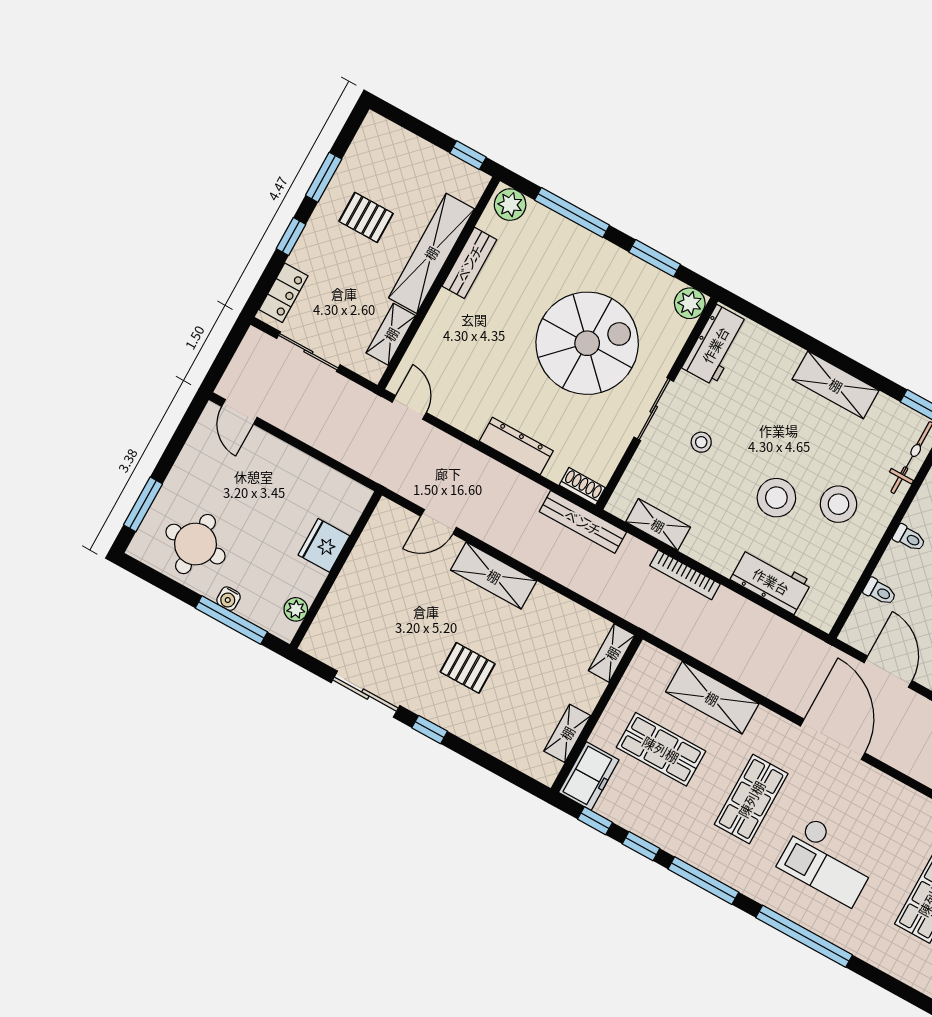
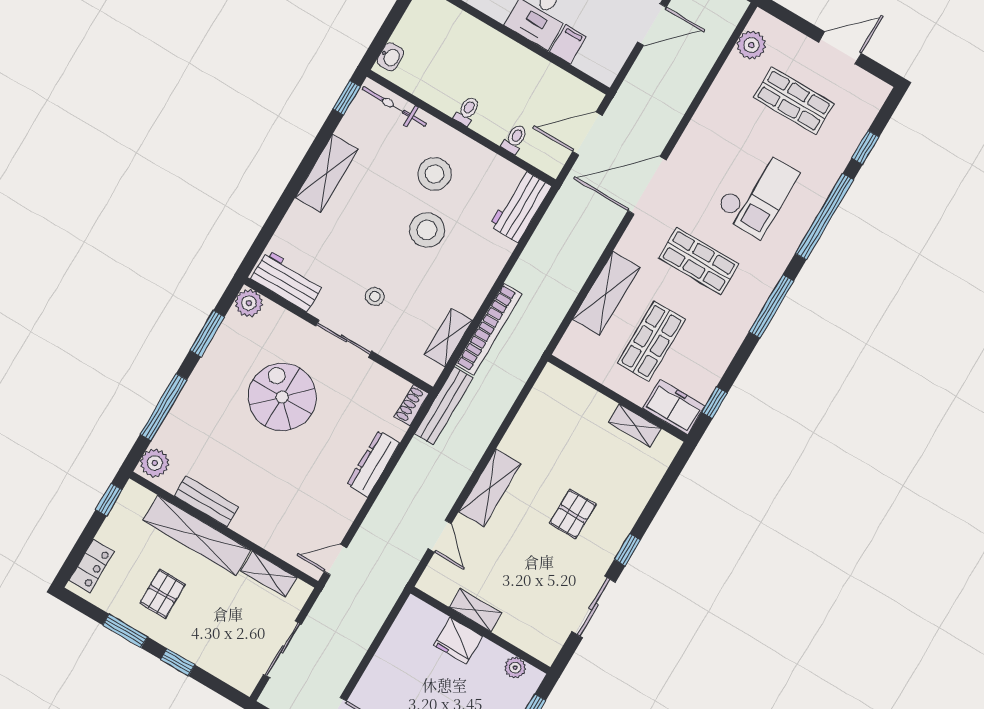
locker: (283, 293) -> (91, 566), moved, turned 90
spiral stairs: (587, 343) -> (282, 397), width x0.73, depth x0.73
bookcase: (685, 575) -> (489, 329), width x1.48, depth x1.31
workbench: (771, 581) -> (520, 206), moved
shelving: (612, 653) -> (475, 610), moved
window: (641, 846) -> (865, 147), moved

